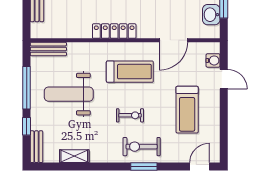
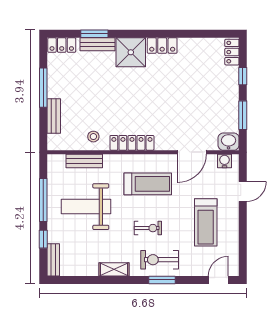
washbasin: (211, 15) -> (229, 142), moved, turned 90
stool: (76, 25) -> (93, 137), added
bench: (48, 49) -> (84, 161), moved
water cooler: (213, 60) -> (224, 161), moved, turned -90
door: (224, 79) -> (243, 192), hinge flipped
shelving: (74, 156) -> (114, 269), moved

